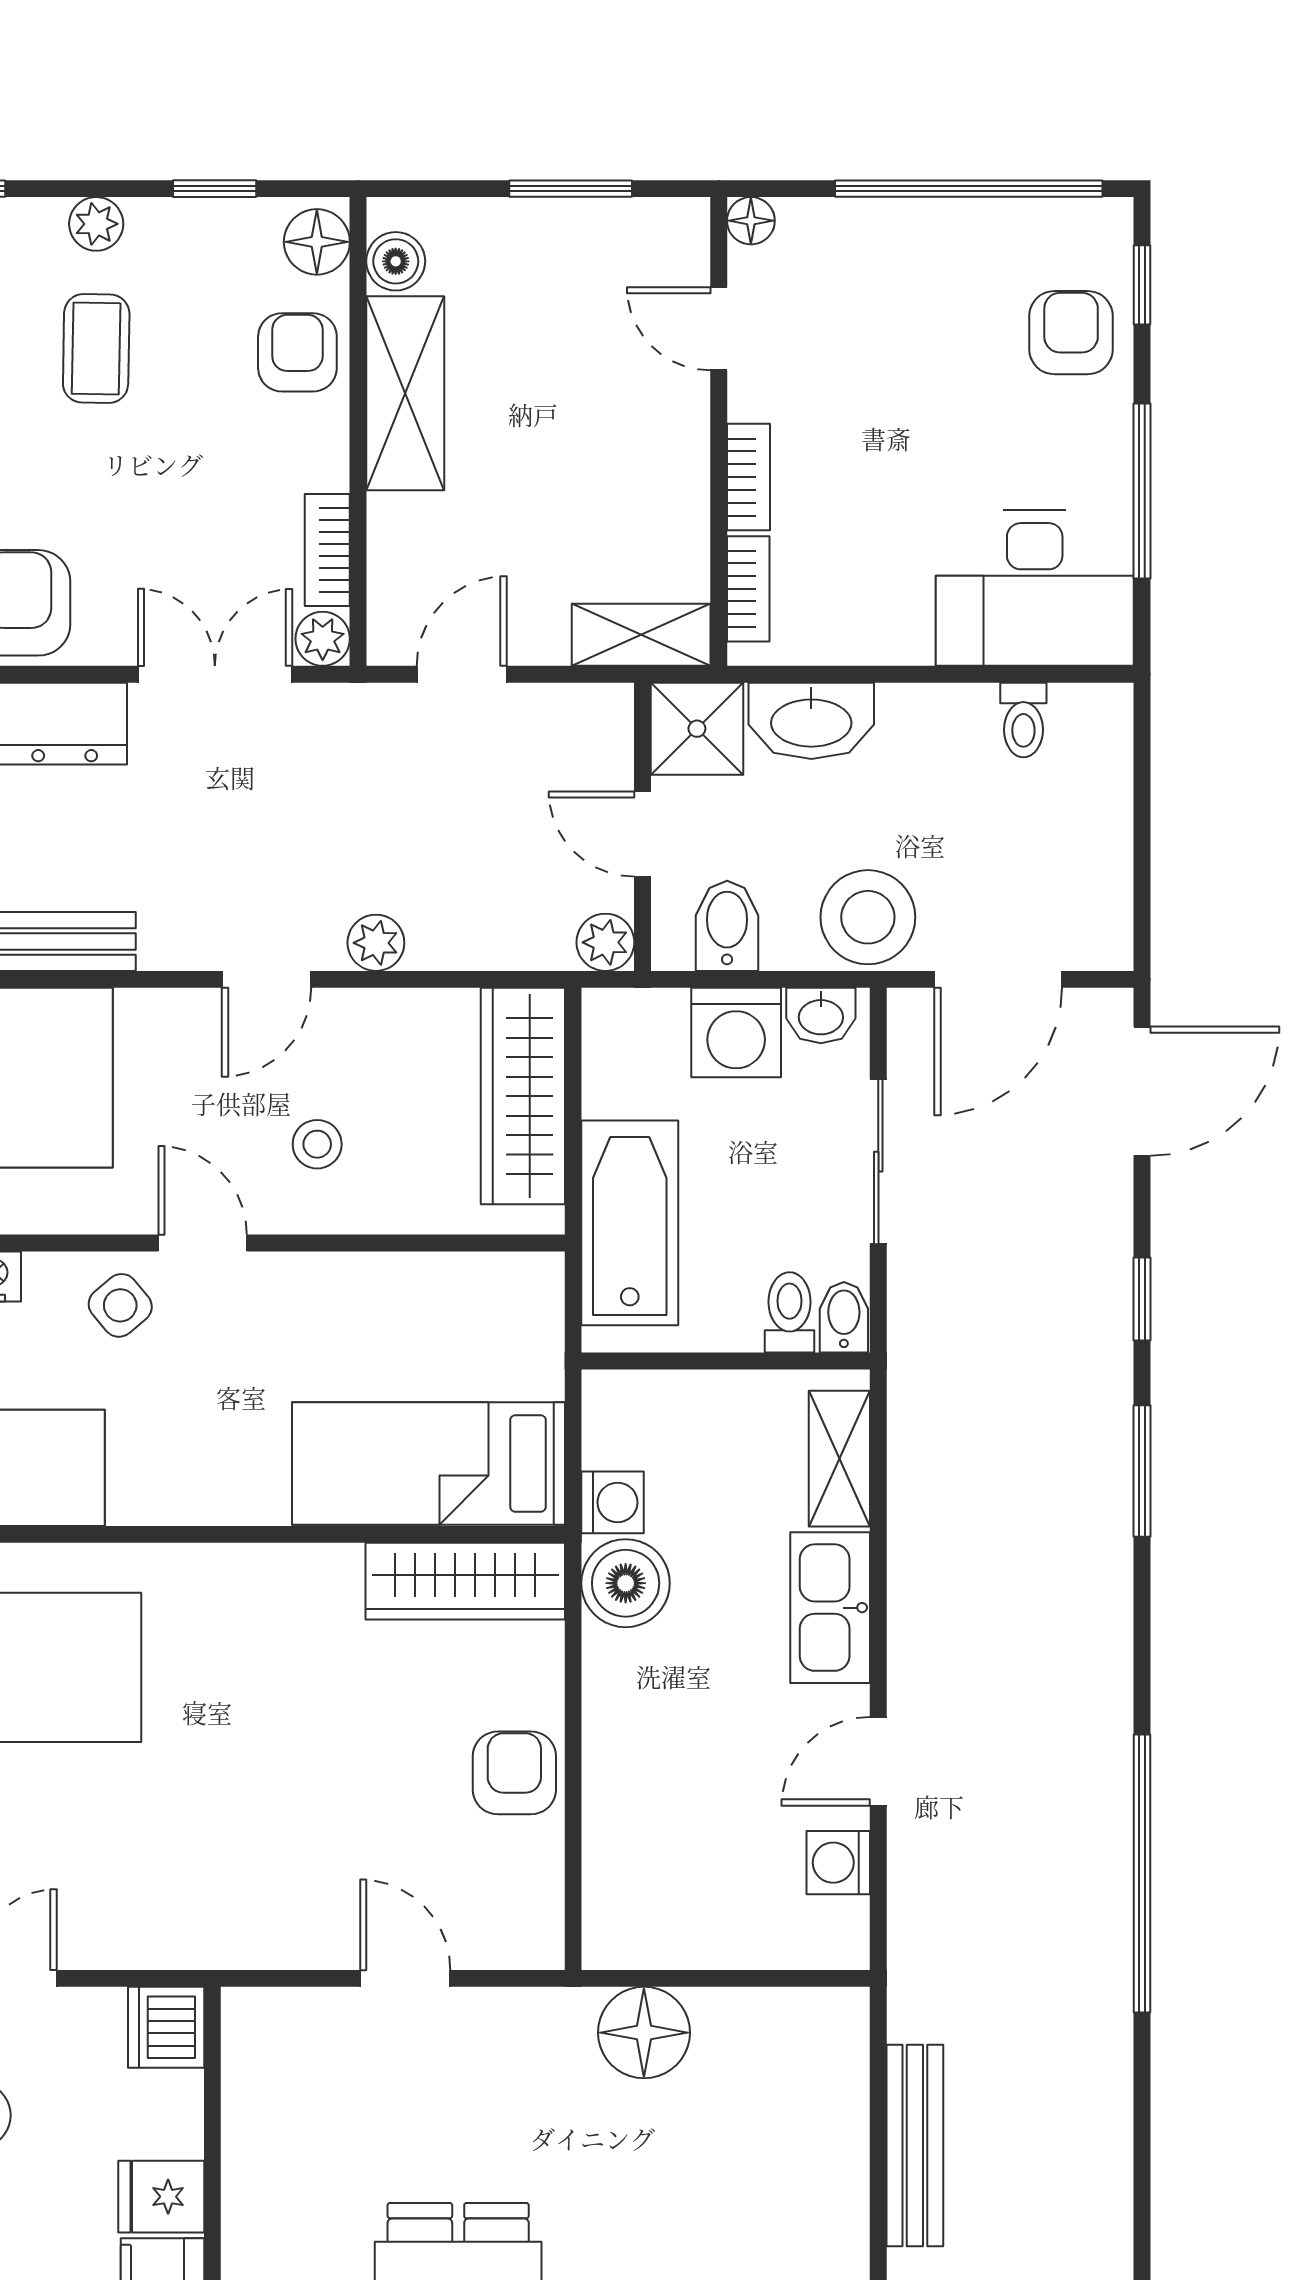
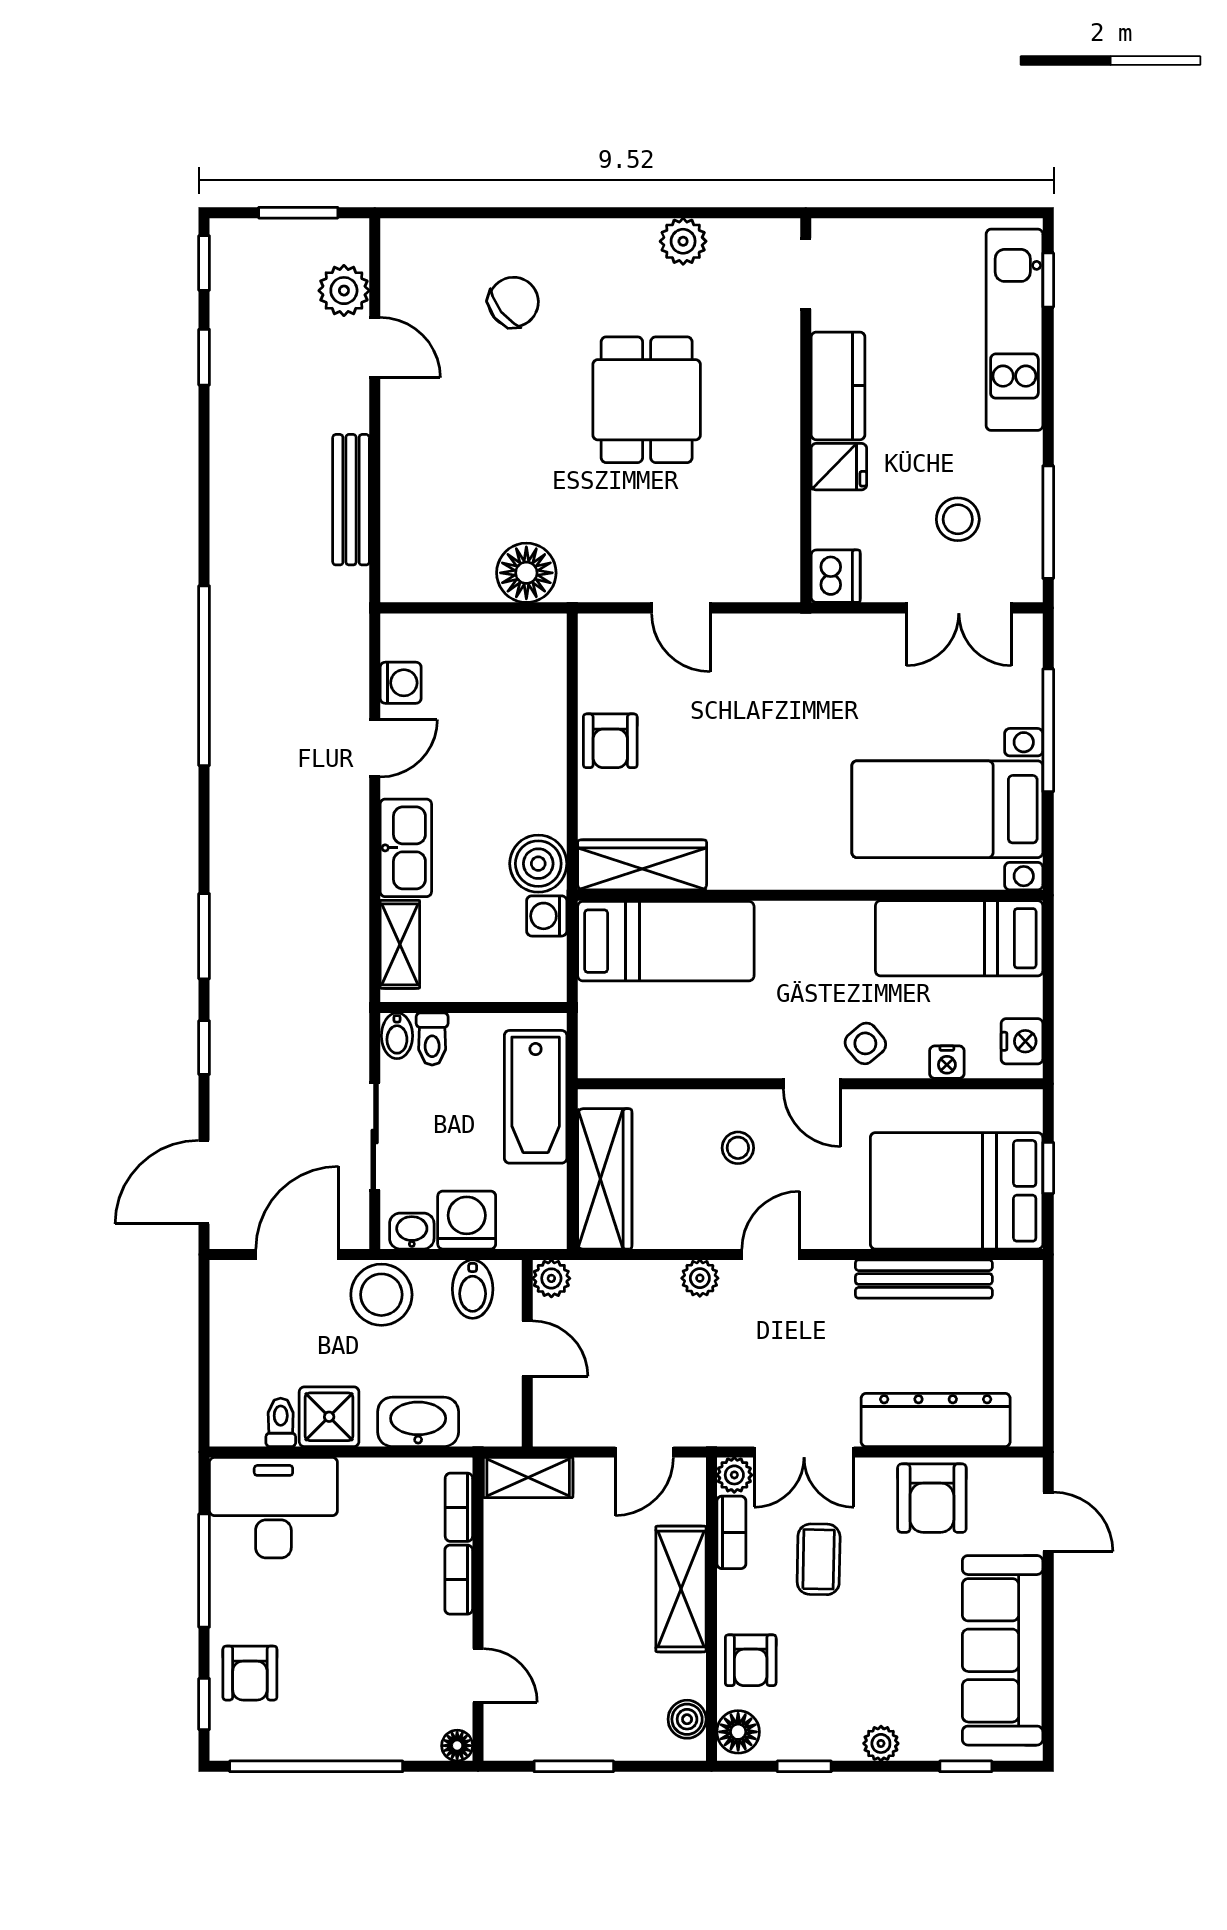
coffee table: (96, 349) -> (819, 1559), moved
shelving: (405, 393) -> (681, 1589), moved
shower: (697, 729) -> (329, 1417), moved

